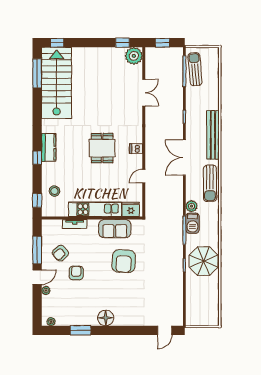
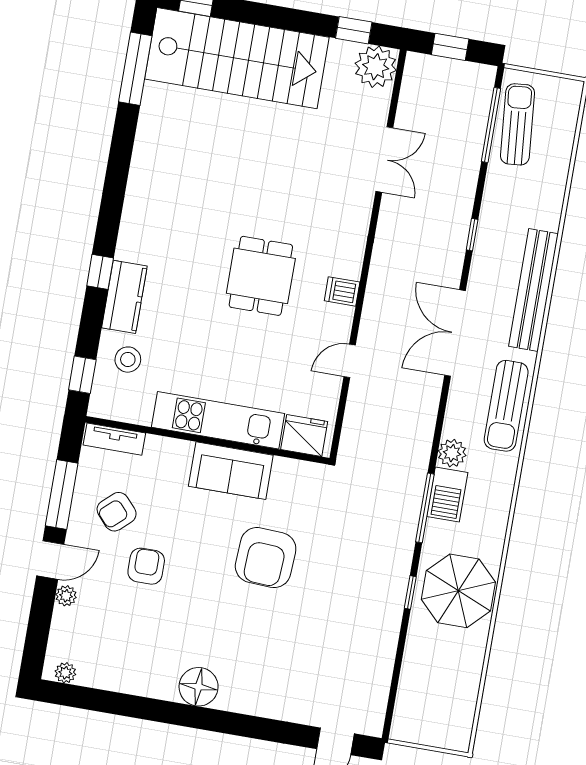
stairs: (57, 83) -> (237, 58), moved, turned 90
kitchen counter: (49, 147) -> (124, 297), moved
tv unit: (75, 224) -> (114, 439), moved
sofa: (115, 229) -> (231, 471), moved
window: (80, 330) -> (133, 706), removed

